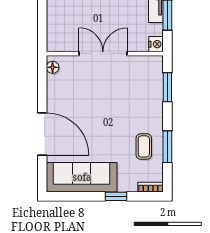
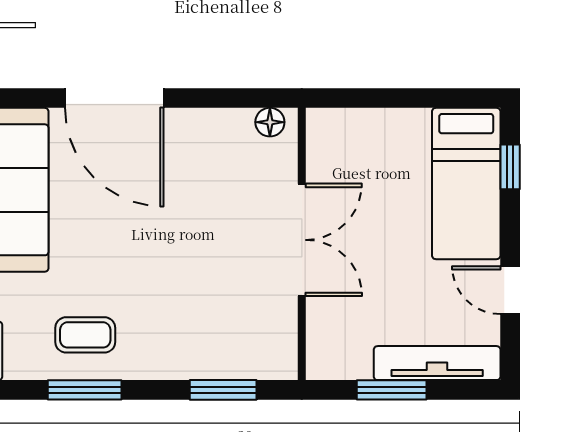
nightstand: (156, 44) -> (324, 364), removed
door: (42, 134) -> (114, 98), hinge flipped

